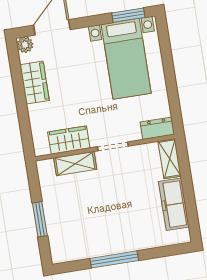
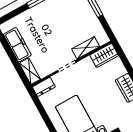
wardrobe: (69, 140) -> (104, 55), moved

